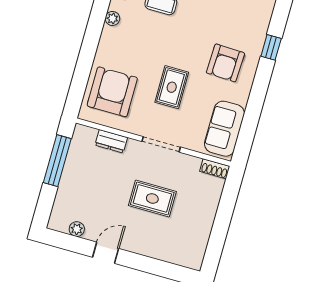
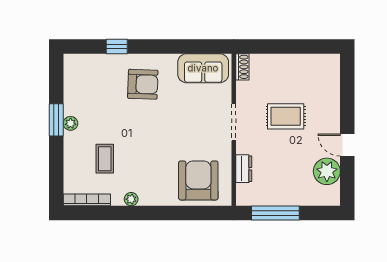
rug: (172, 87) -> (179, 127), removed
armchair: (112, 92) -> (198, 180), turned 90
rug: (152, 198) -> (286, 116), turned 90
plant: (77, 229) -> (327, 171), width x1.88, depth x1.88

